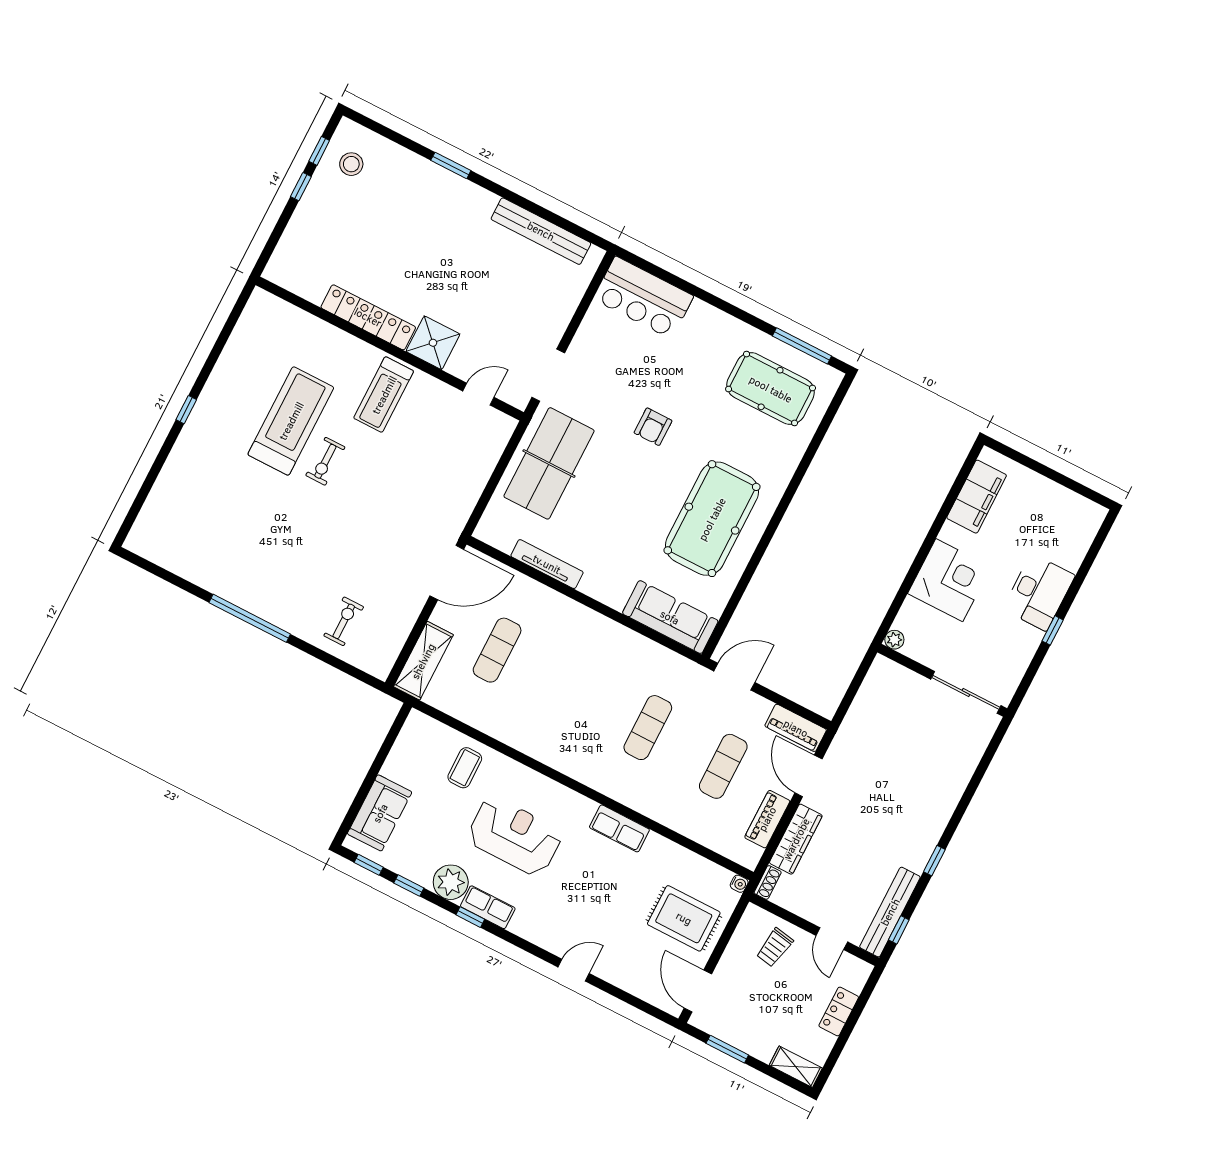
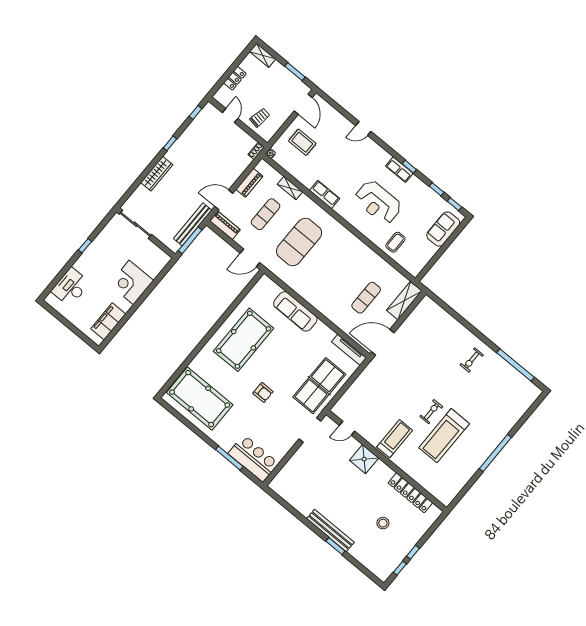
stool: (351, 164) -> (383, 523), moved
bench: (541, 231) -> (330, 530), moved
locker: (368, 317) -> (410, 493), moved
window: (802, 346) -> (229, 458), moved
pool table: (771, 389) -> (200, 399), width x1.36, depth x1.32
window: (186, 410) -> (495, 453), width x3.17
armchair: (653, 427) -> (263, 392), turned 90
tv unit: (547, 564) -> (349, 350), moved
desk: (1039, 592) -> (71, 287), moved
sofa: (670, 617) -> (295, 311), moved
window: (250, 618) -> (516, 365), moved
exercise bike: (344, 621) -> (472, 360), moved
plant: (894, 640) -> (165, 259), removed
window: (855, 685) -> (190, 240), added
exercise mat: (648, 728) -> (299, 242), width x2.00, depth x1.45
door: (808, 776) -> (224, 200), swing flipped
shelving: (688, 826) -> (290, 188), added
wardrobe: (796, 839) -> (157, 174), moved, turned 180
plant: (451, 882) -> (415, 186), removed
bench: (890, 912) -> (193, 224), moved
rug: (684, 918) -> (302, 142), width x0.73, depth x0.70

